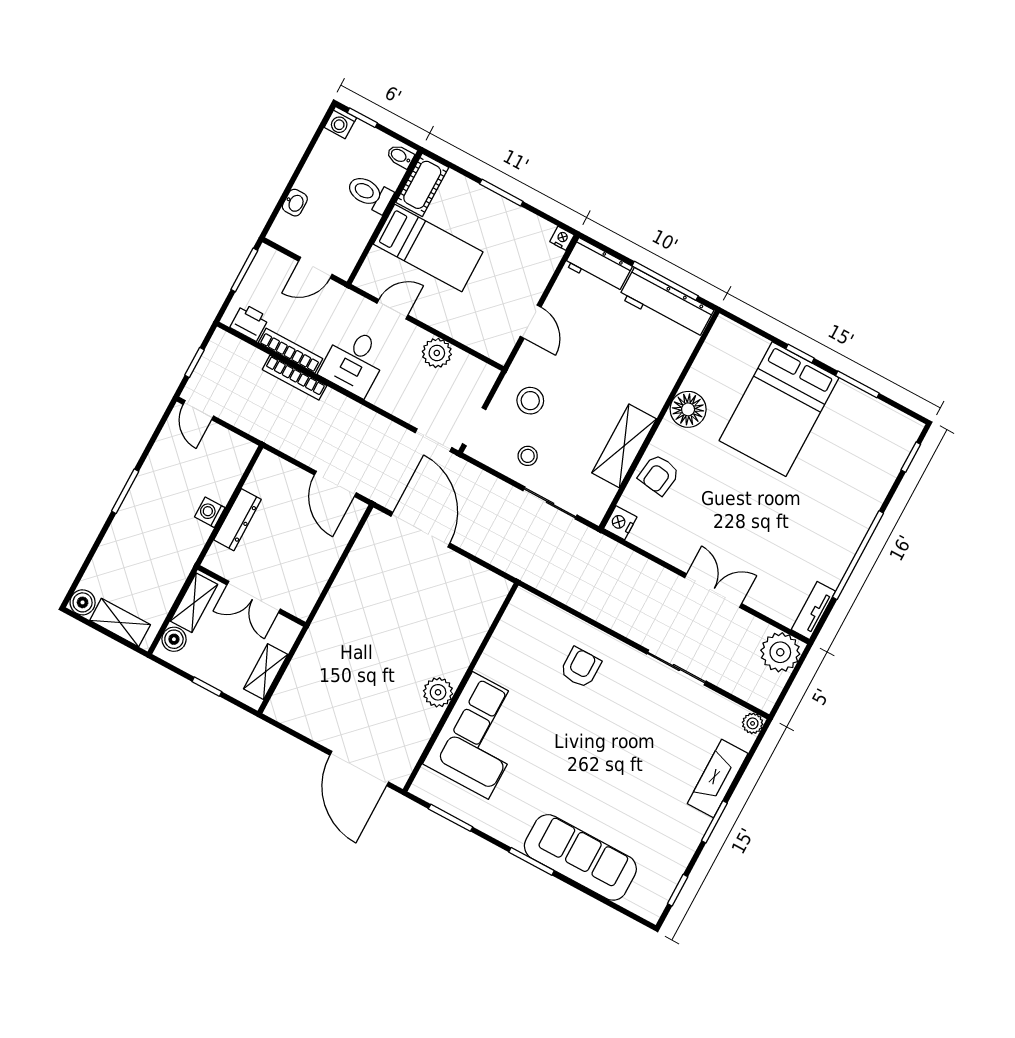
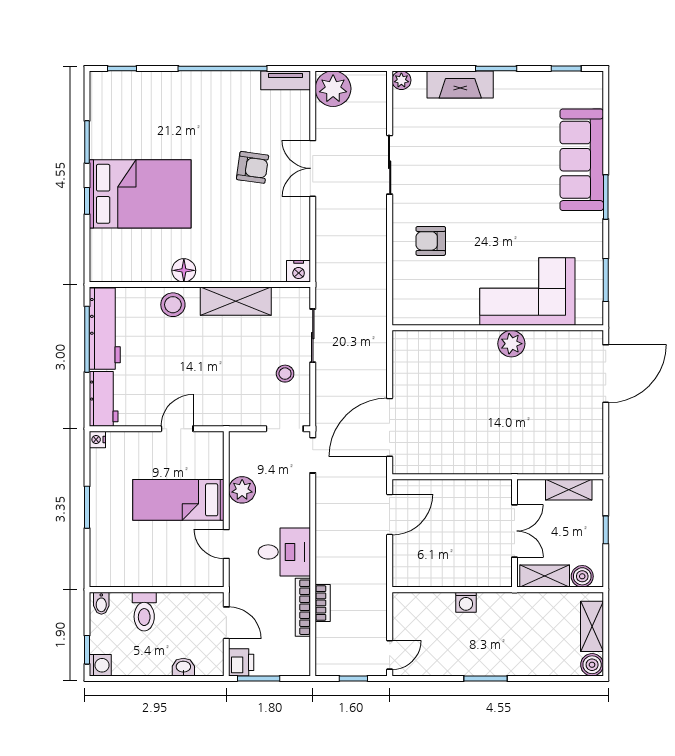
cot: (422, 185) -> (115, 573), removed
bed: (428, 248) -> (178, 500), moved, turned -90
printer: (249, 322) -> (241, 662), moved, turned 180
bookcase: (294, 378) -> (323, 603), width x0.64
stool: (530, 401) -> (173, 305), moved
floor lamp: (688, 409) -> (184, 270), width x0.73, depth x0.73
armchair: (659, 475) -> (253, 167), moved
dresser: (238, 520) -> (460, 577), removed

